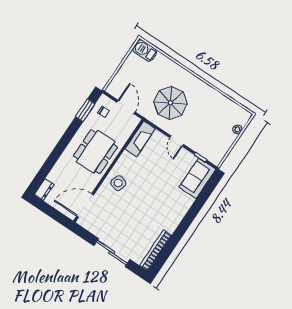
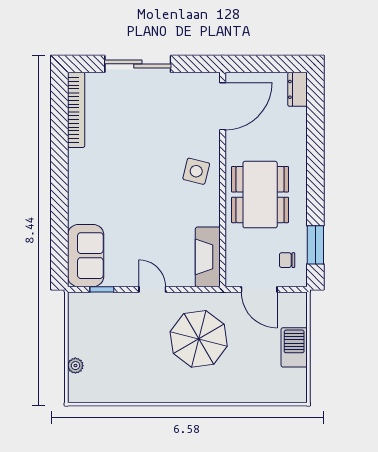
barbecue: (145, 50) -> (294, 347), moved, turned -90

